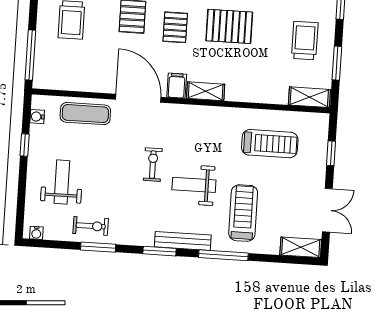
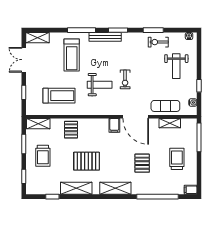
pallet: (175, 27) -> (71, 130), moved
shelving: (206, 91) -> (170, 123), moved
treadmill: (270, 144) -> (59, 96), turned 180
weight bench: (194, 185) -> (100, 85), moved

